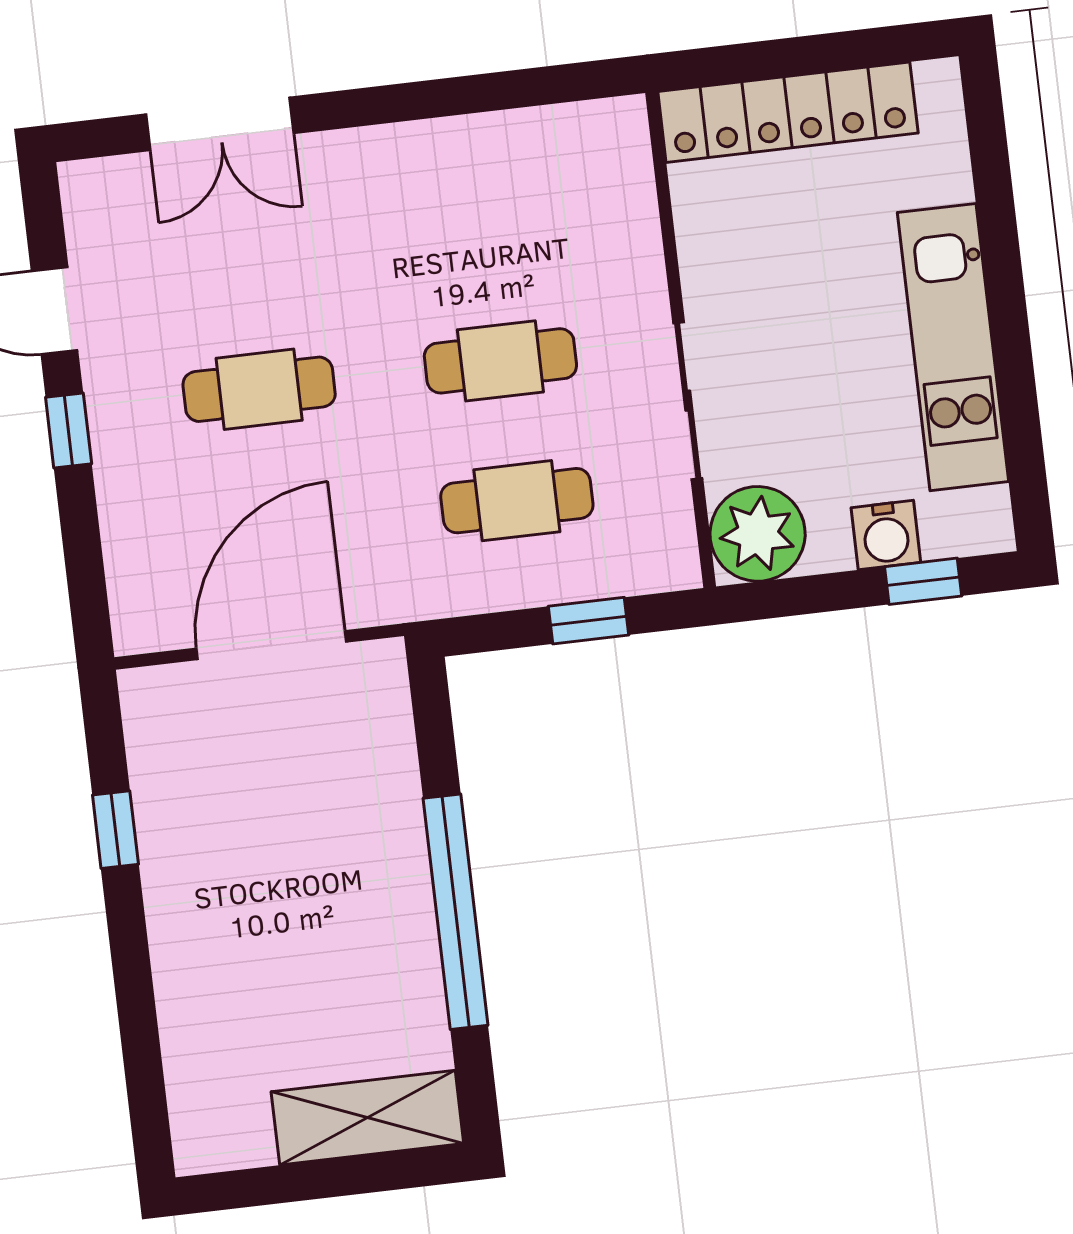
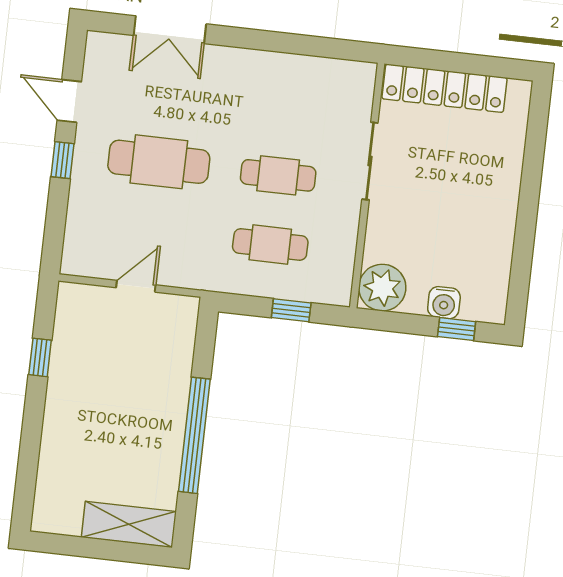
kitchen unit: (953, 347) -> (497, 220), removed
cafe table: (259, 389) -> (159, 162), width x1.37, depth x1.35
sliding door: (688, 401) -> (370, 161), moved
door: (271, 645) -> (136, 286), width x0.53

